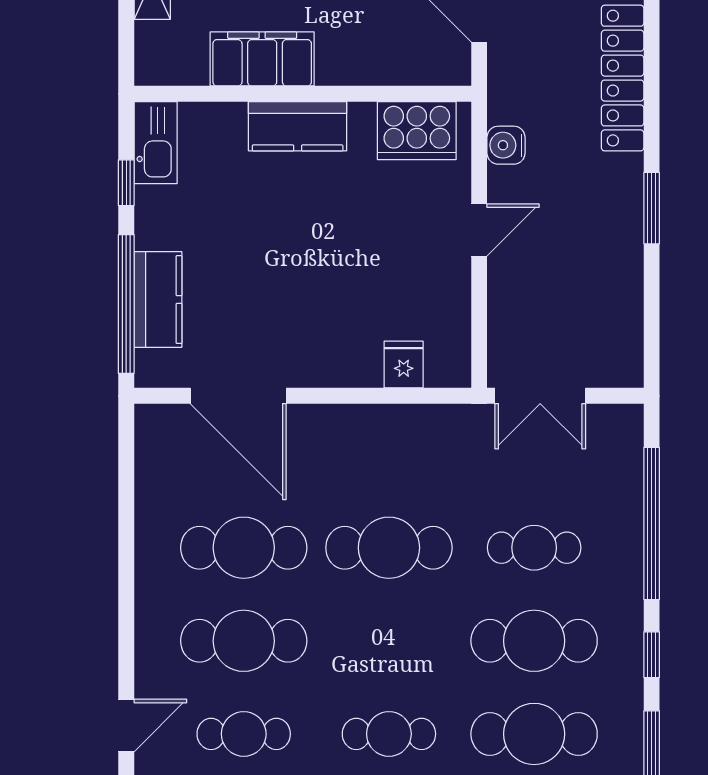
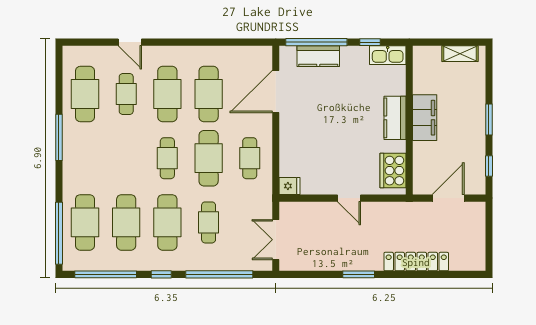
filing cabinet: (262, 59) -> (425, 118), moved
water cooler: (506, 145) -> (387, 210), removed
fridge: (404, 365) -> (290, 186), moved
double door: (540, 396) -> (276, 240), moved
cafe table: (389, 455) -> (250, 158), added
cafe table: (389, 734) -> (167, 158), moved

